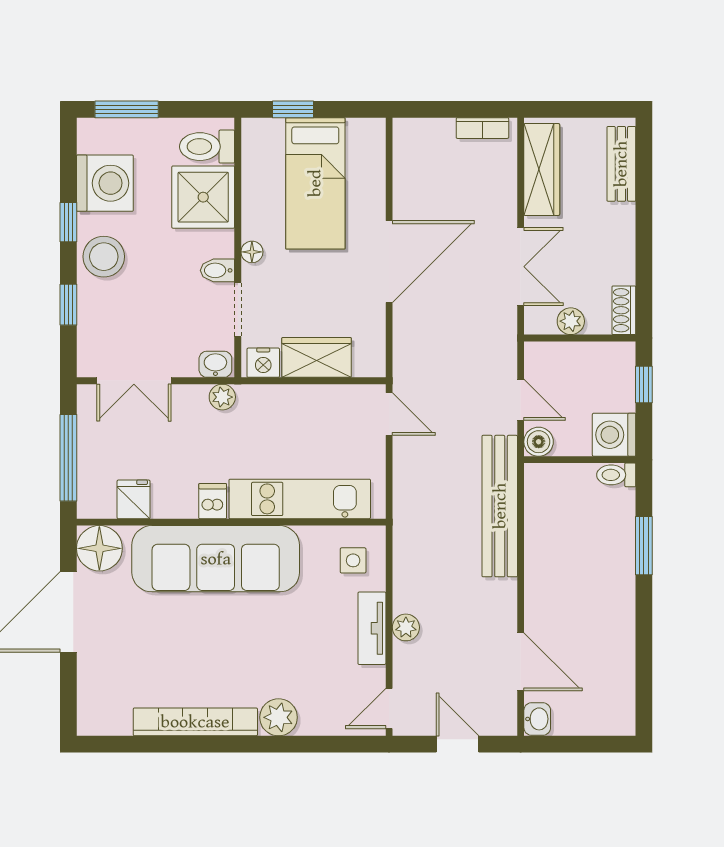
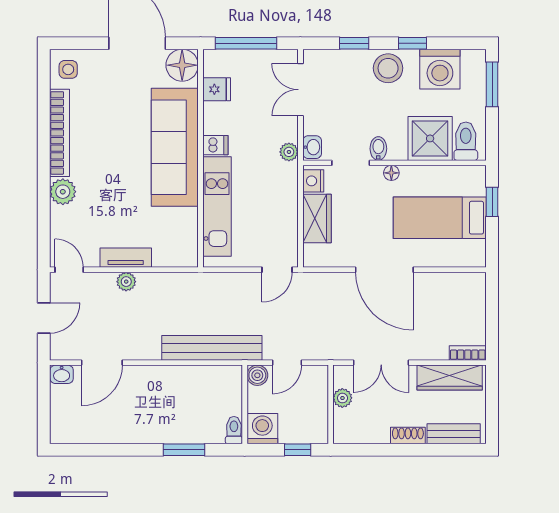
bookcase: (482, 128) -> (468, 353), moved, turned 90
shoe rack: (624, 310) -> (408, 436), moved
side table: (353, 560) -> (68, 69), moved

